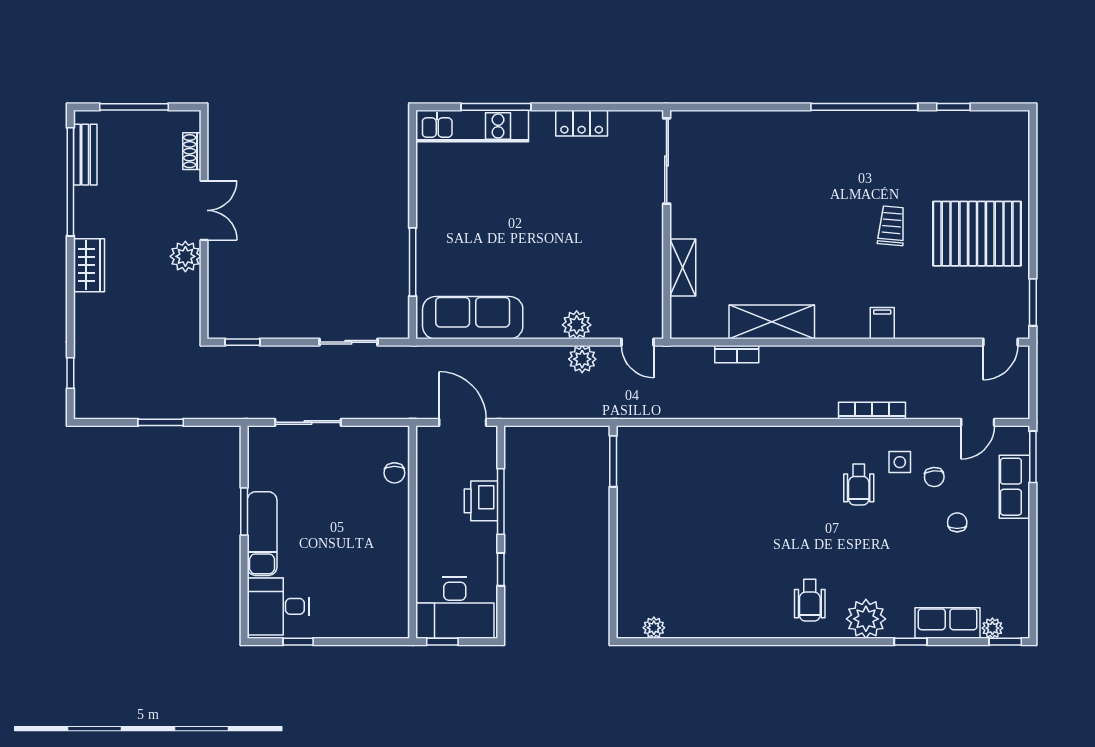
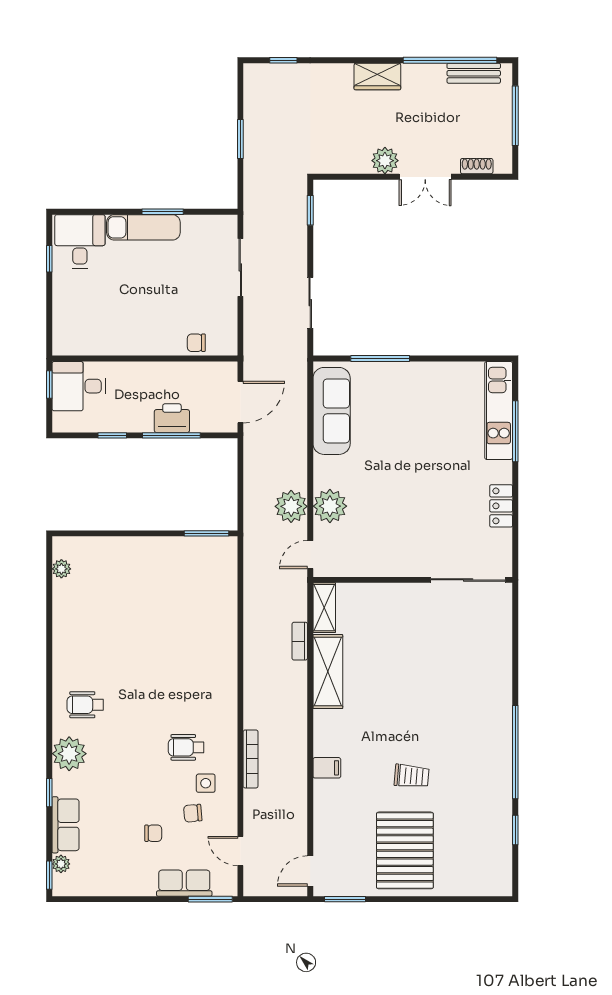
shelving: (683, 268) -> (324, 608), moved, turned 90
plant: (577, 325) -> (330, 506), width x1.36, depth x1.36
door: (1001, 342) -> (310, 871), hinge flipped
plant: (582, 359) -> (291, 506), width x1.36, depth x1.36
desk: (455, 608) -> (79, 386), width x0.73

